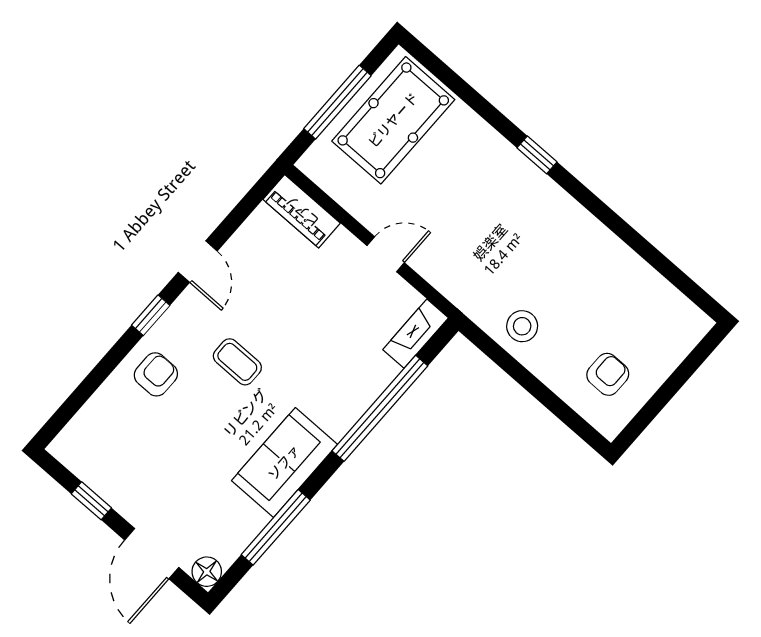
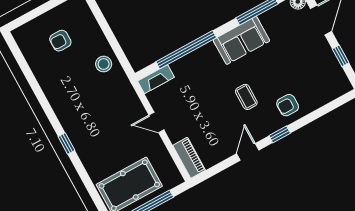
armchair: (608, 374) -> (60, 41), moved

